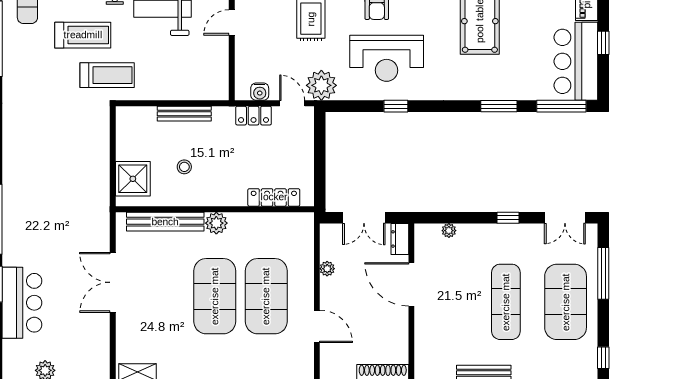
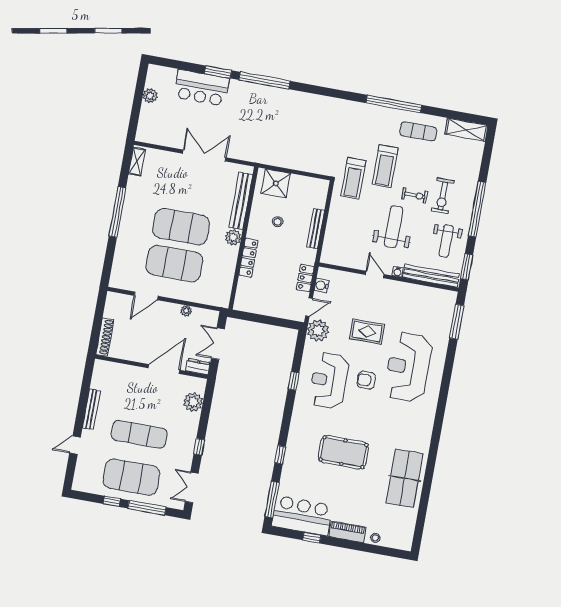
window: (499, 106) -> (280, 455), width x0.67
locker: (274, 197) -> (248, 258), moved
plant: (449, 231) -> (193, 402), width x1.88, depth x1.88
window: (603, 358) -> (112, 501), moved

